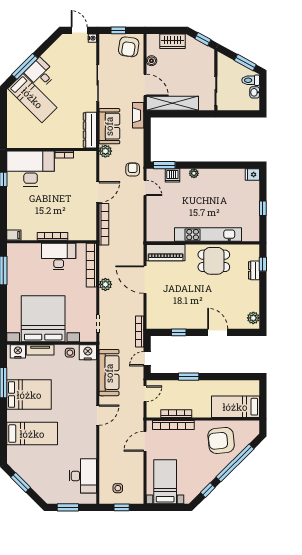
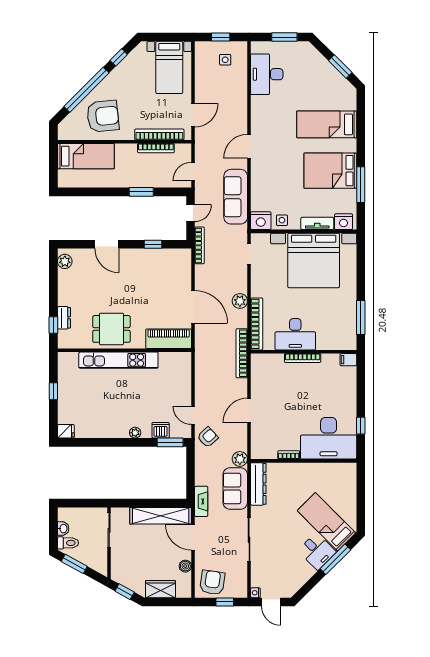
armchair: (133, 169) -> (208, 437), turned -132
bookcase: (104, 224) -> (242, 353), moved

